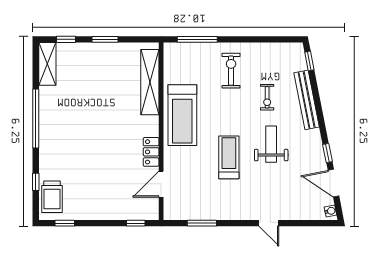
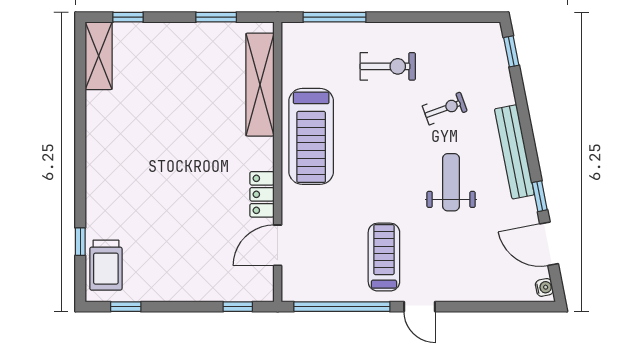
window: (105, 39) -> (216, 17), moved
exercise bike: (231, 71) -> (388, 66), turned 90
exercise bike: (267, 97) -> (445, 108), turned -110
bench: (307, 100) -> (514, 152), moved
window: (36, 119) -> (80, 142), removed
treadmill: (229, 157) -> (384, 257), moved
window: (202, 223) -> (342, 307), width x2.11
door: (269, 223) -> (420, 307), moved

